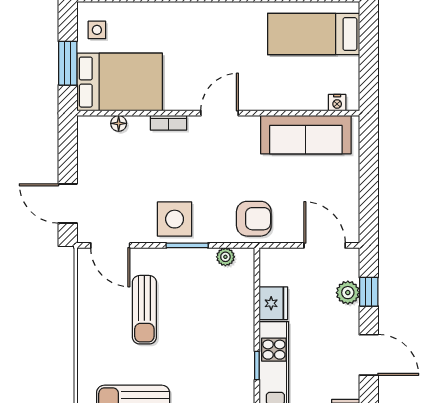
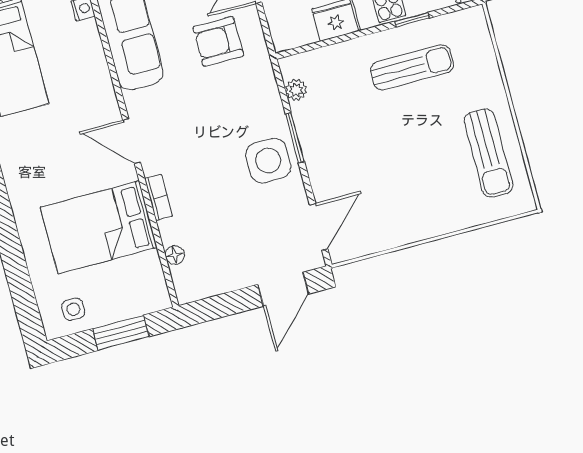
bed: (120, 82) -> (99, 227), moved, turned -90
armchair: (254, 219) -> (218, 41), moved, turned -90
sun lounger: (144, 310) -> (412, 67), moved

